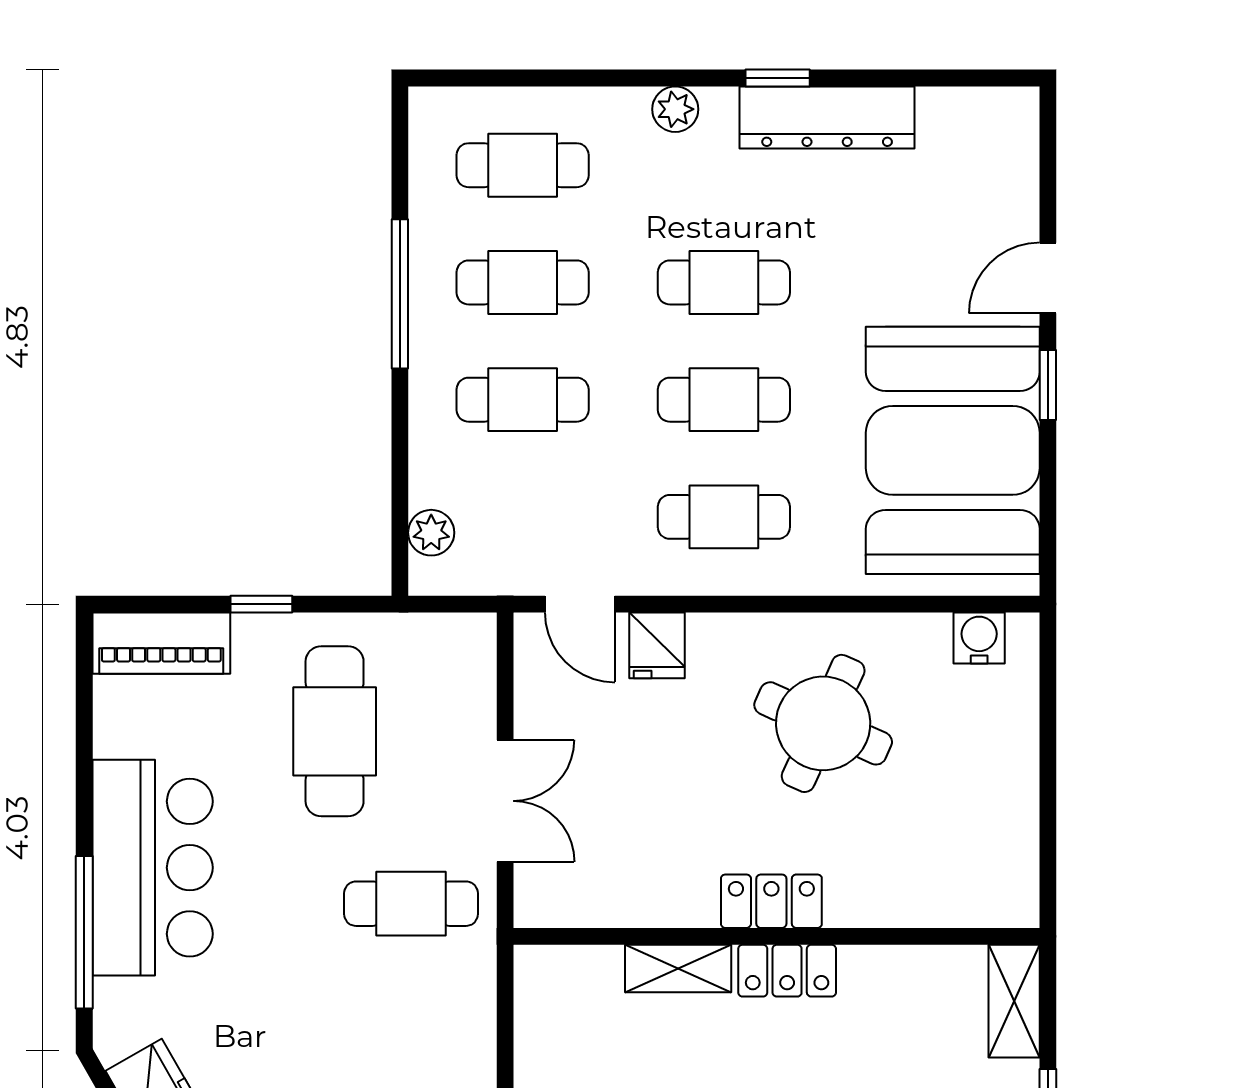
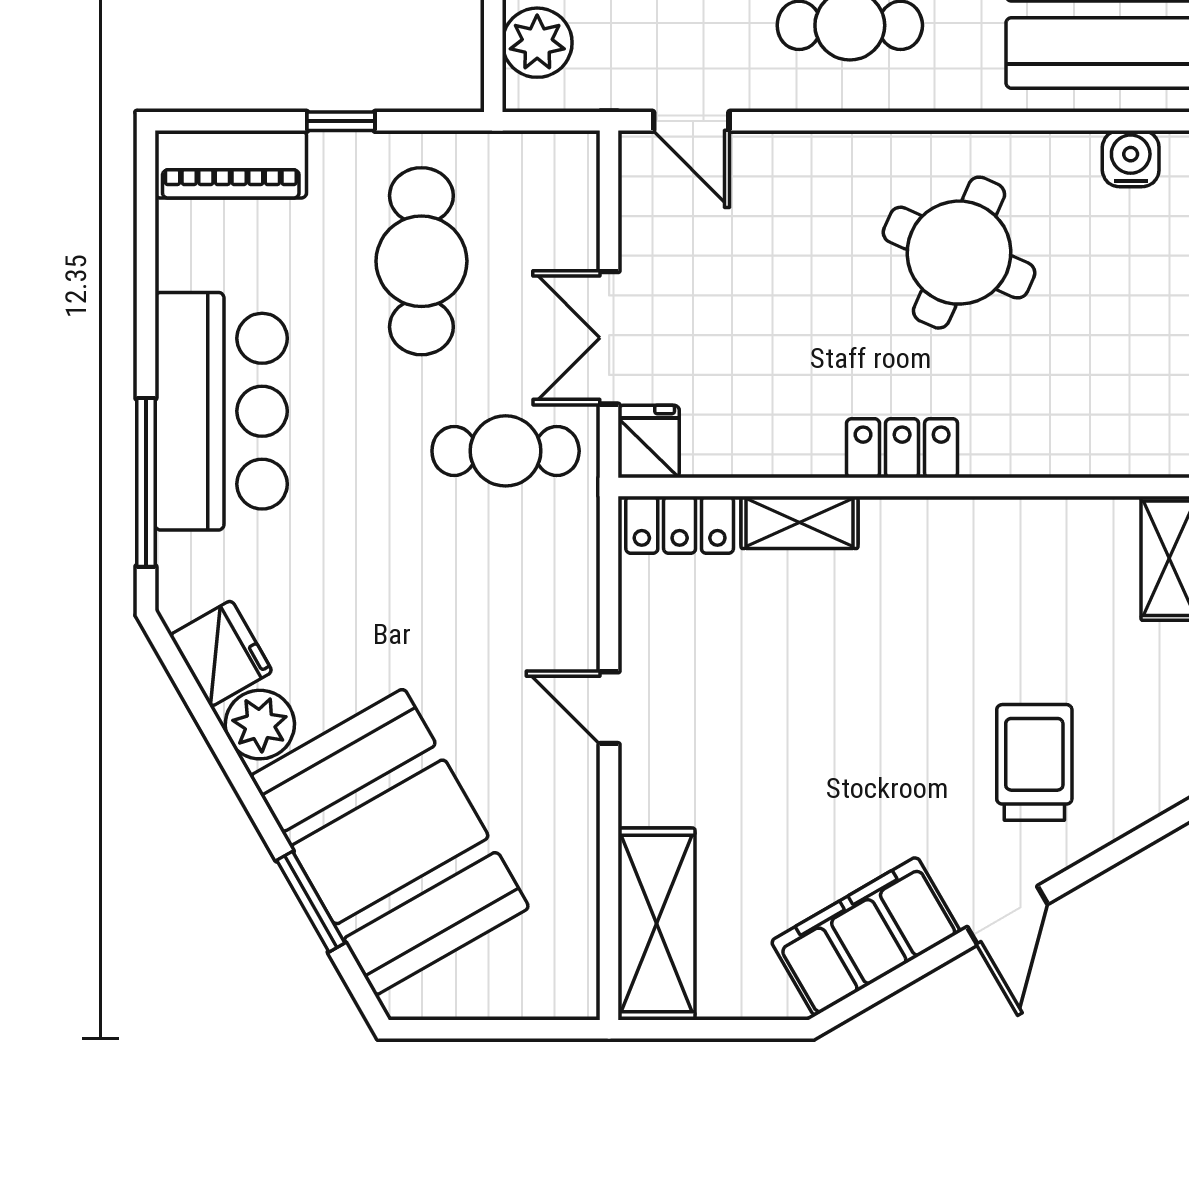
plant: (431, 533) -> (537, 43), width x1.38, depth x1.38
fridge: (657, 645) -> (649, 441), moved, turned 180
double door: (505, 801) -> (609, 338), swing flipped
locker: (787, 971) -> (680, 525), moved

